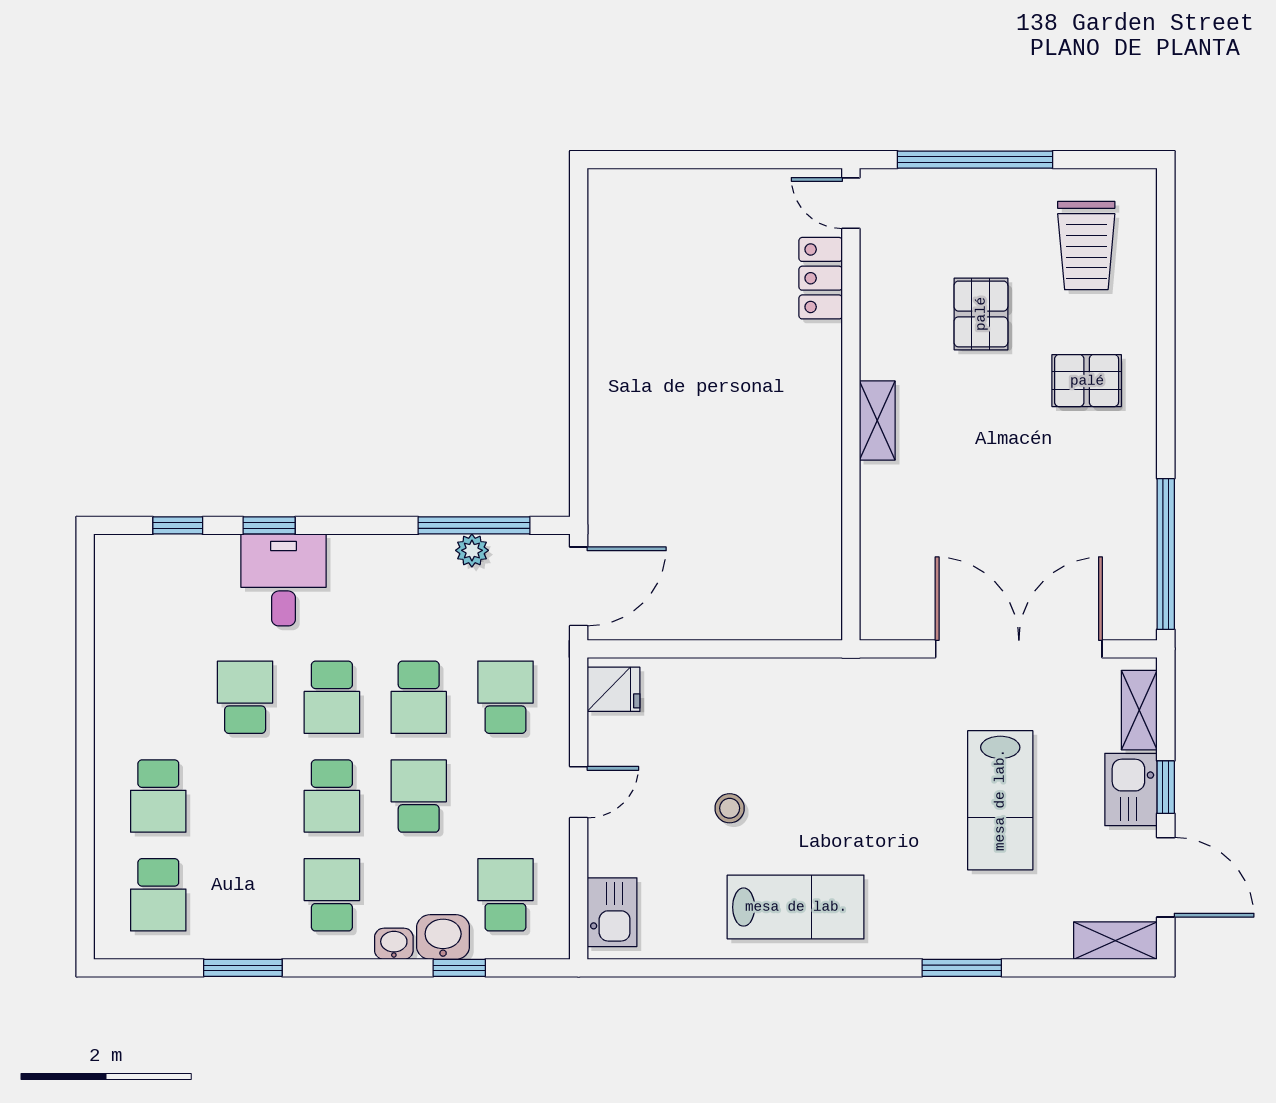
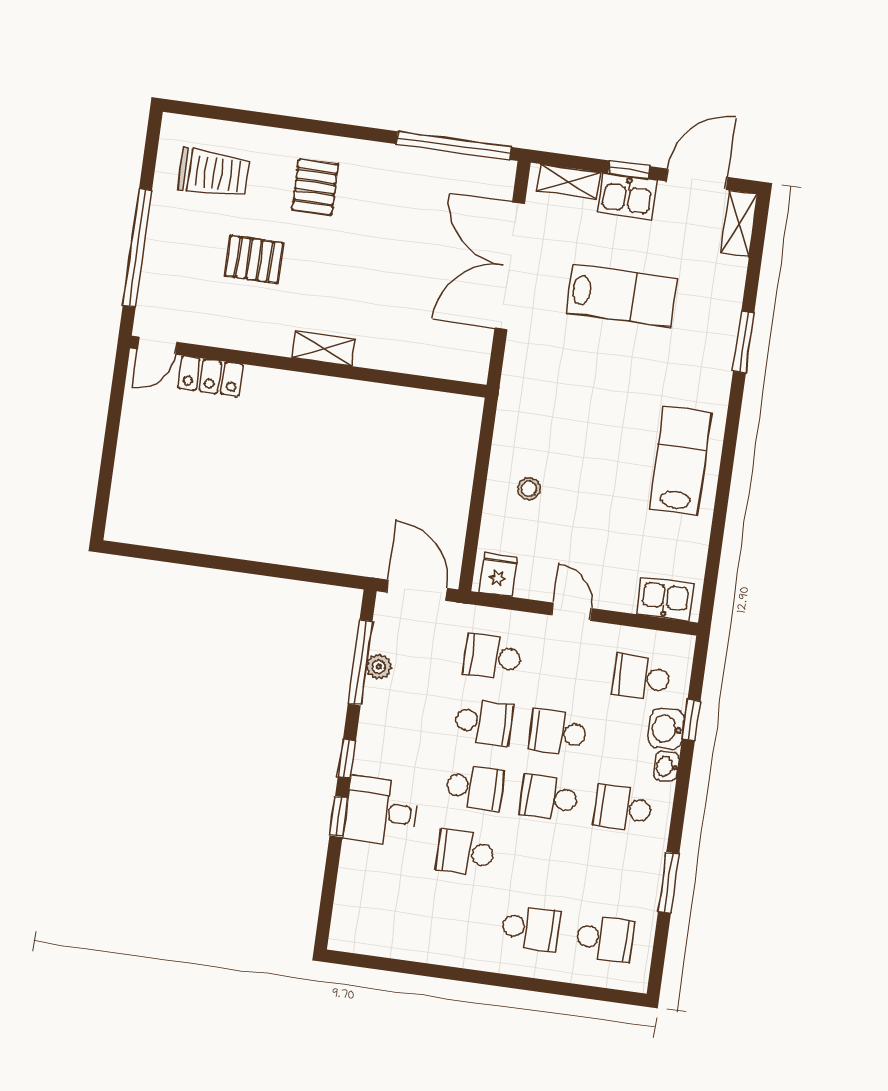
window: (178, 525) -> (347, 759), moved
school desk: (332, 796) -> (549, 798), turned 180
stool: (730, 808) -> (529, 489), moved

